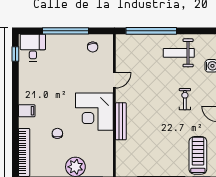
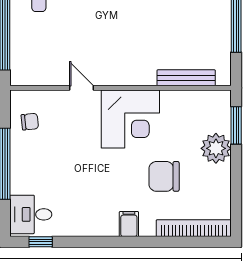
bench: (121, 121) -> (186, 78), moved
chair: (57, 133) -> (164, 176), width x1.87, depth x1.87

